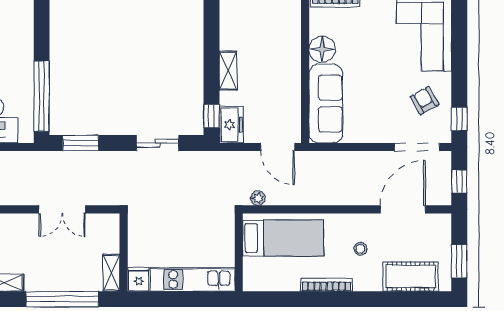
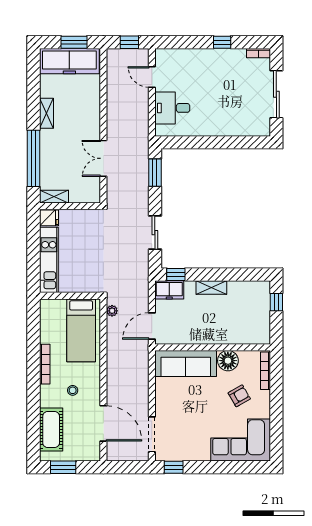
window: (42, 96) -> (192, 142), removed
armchair: (425, 100) -> (239, 396), moved
window: (459, 182) -> (125, 467), removed

